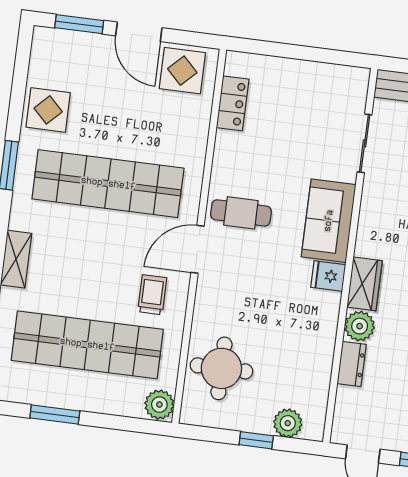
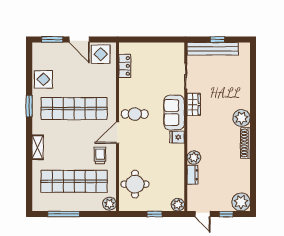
wardrobe: (365, 284) -> (194, 105), moved
window: (55, 414) -> (64, 214), width x1.44
plant: (288, 423) -> (178, 205), moved

